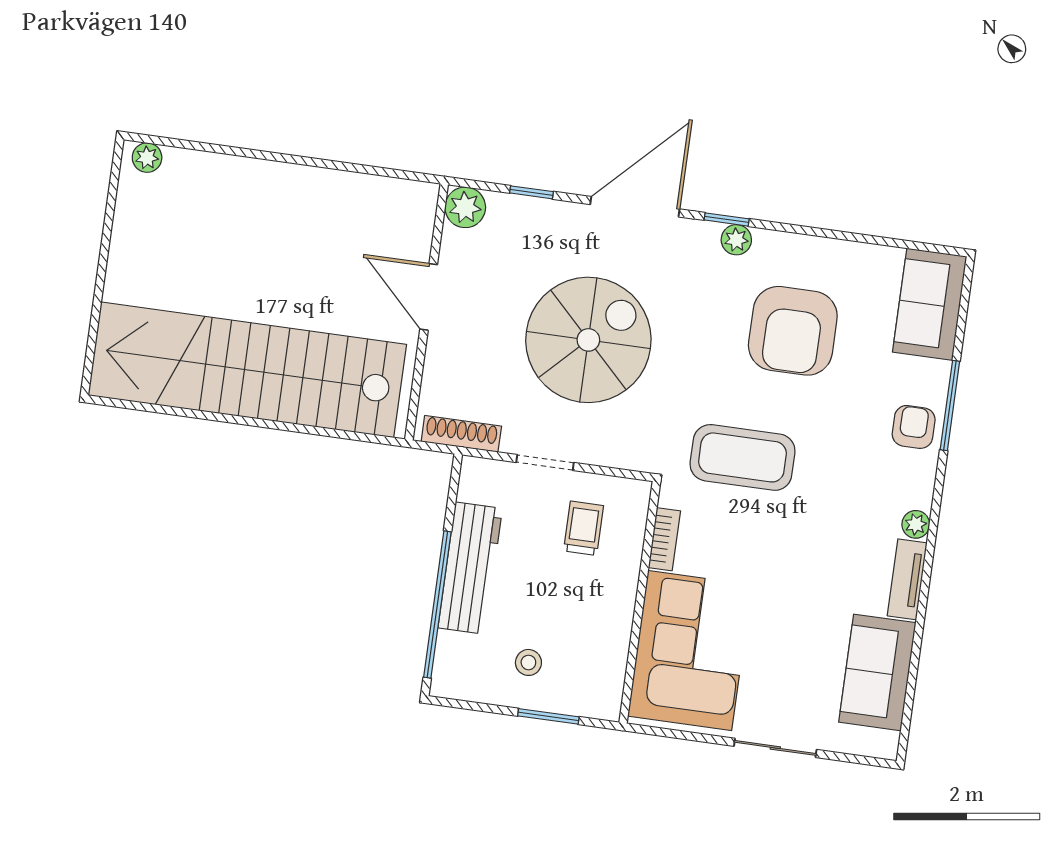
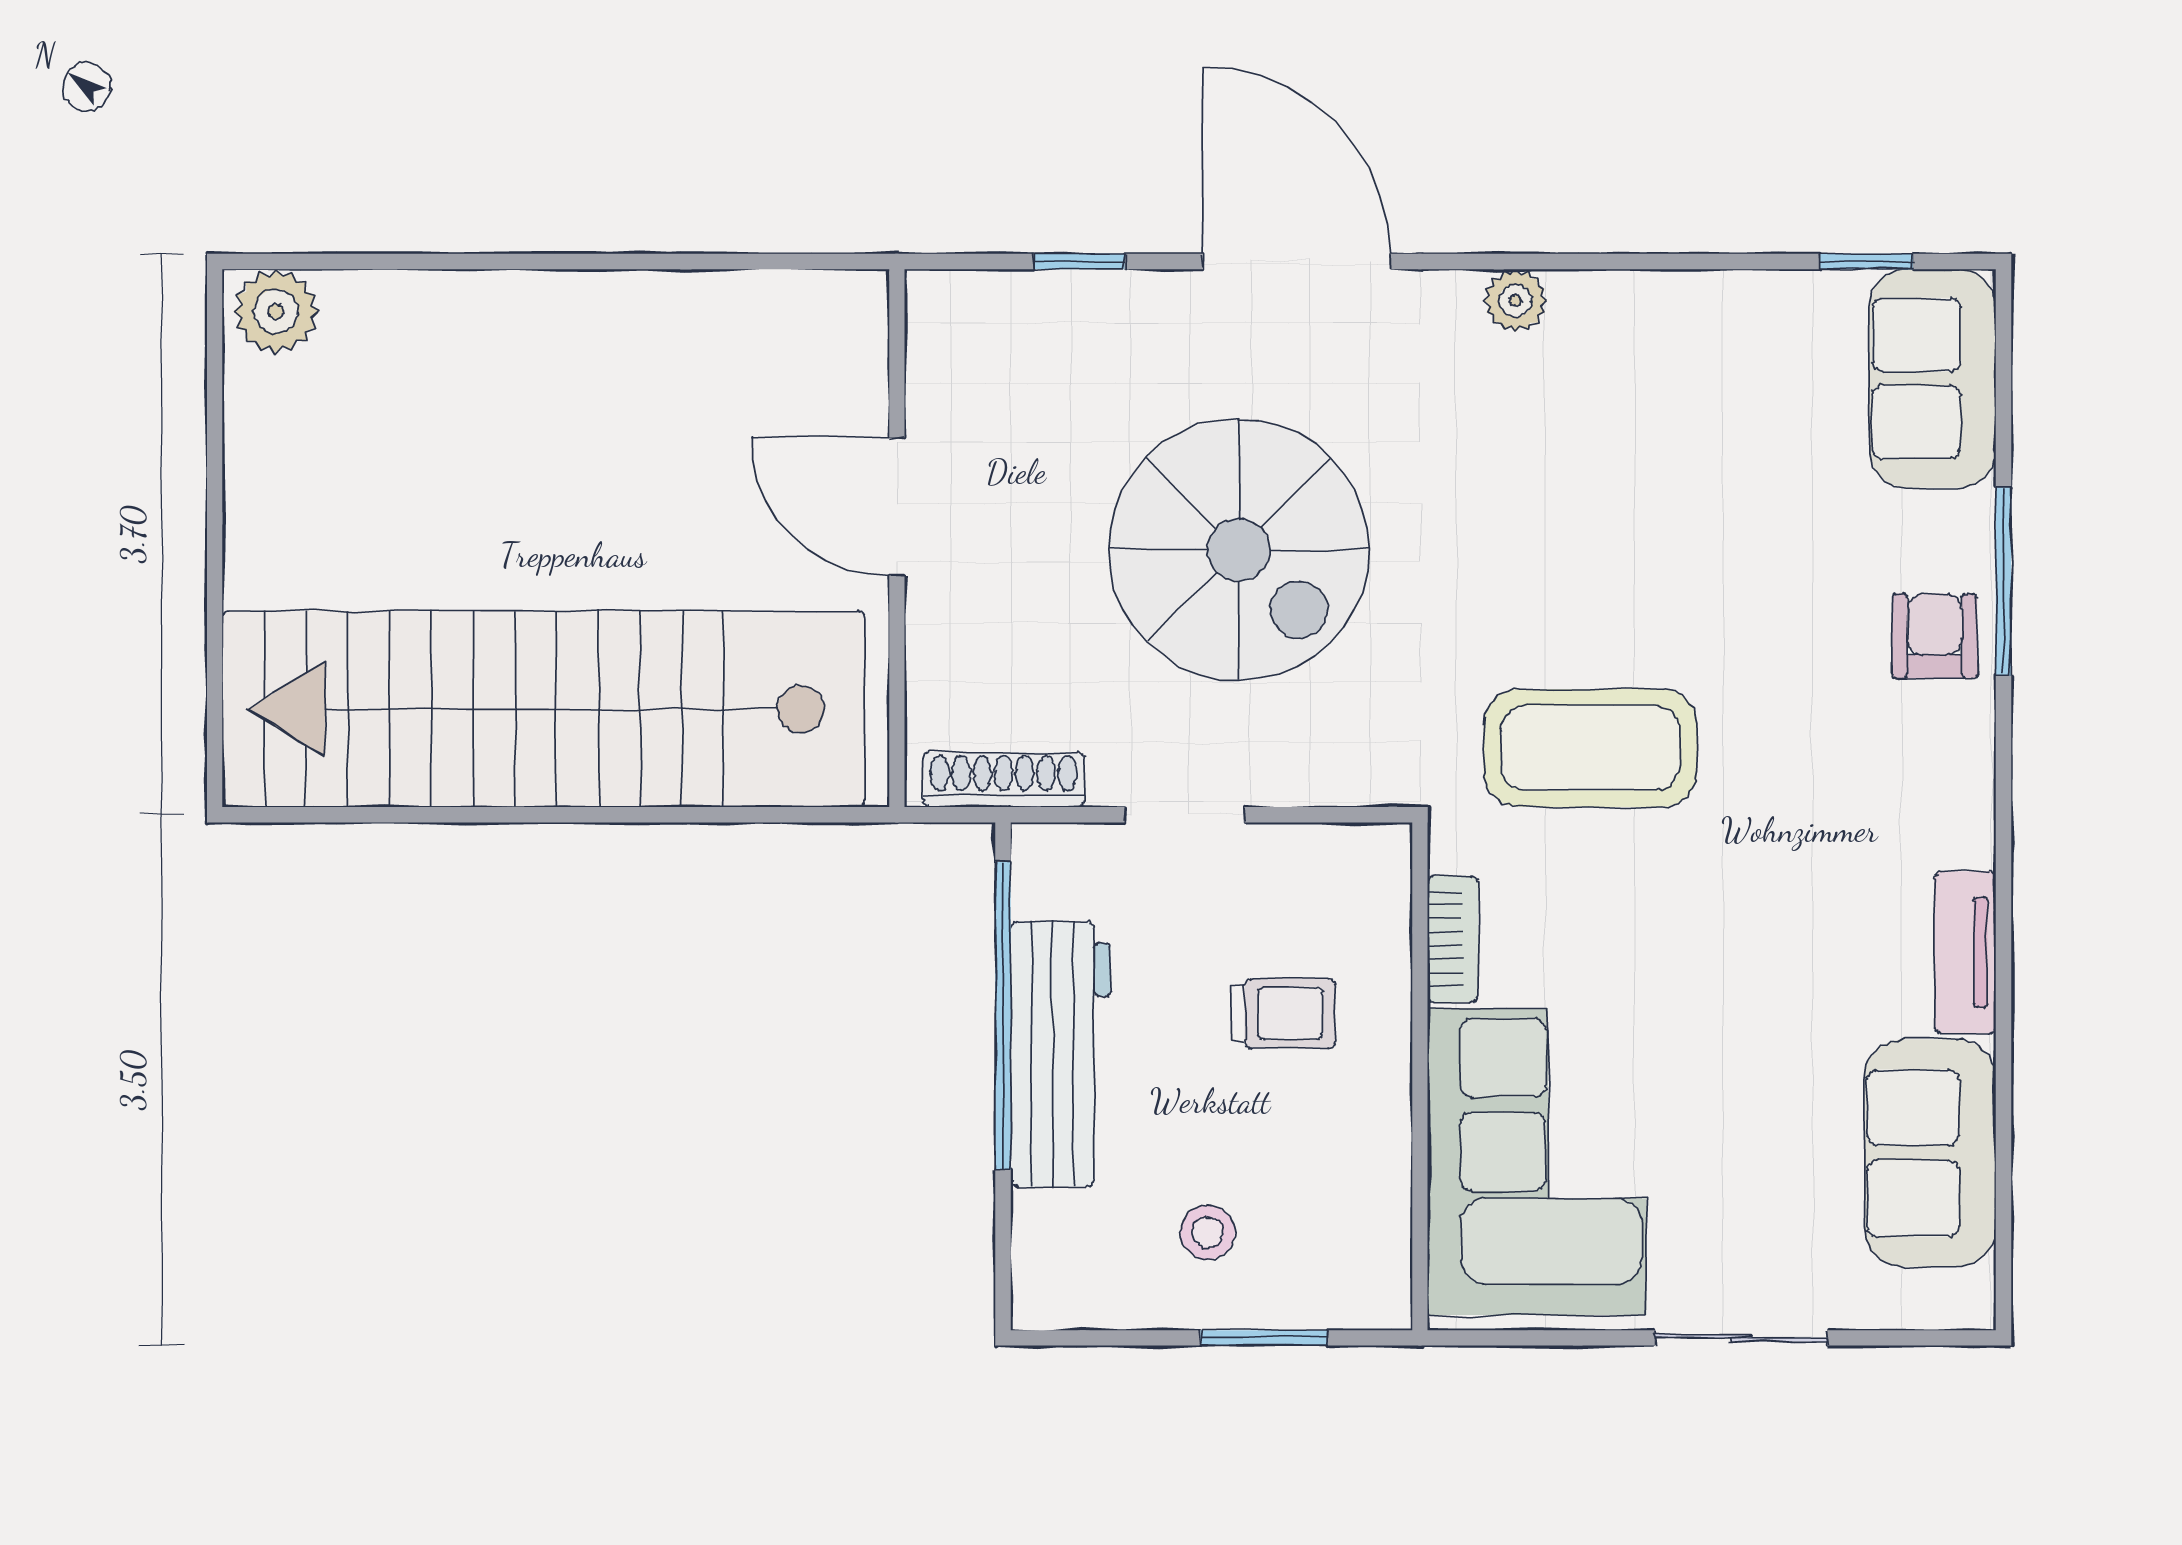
plant: (147, 158) -> (276, 311), width x1.38, depth x1.38
plant: (465, 207) -> (947, 311), removed
door: (635, 207) -> (1297, 262), hinge flipped
window: (727, 219) -> (1866, 262), moved
armchair: (793, 331) -> (1658, 472), removed
spiral stairs: (588, 340) -> (1239, 550), turned 90
plant: (916, 524) -> (1967, 836), removed
trolley: (583, 528) -> (1283, 1013), moved, turned 90
window: (437, 605) -> (1003, 1016), moved

